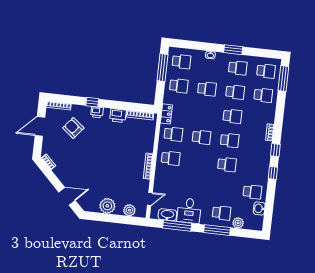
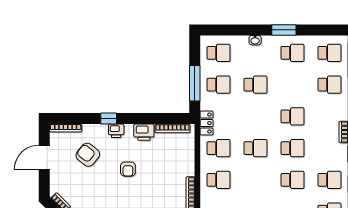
window: (162, 68) -> (195, 83), moved
school desk: (235, 92) -> (329, 180), moved
armchair: (103, 142) -> (128, 169), added

